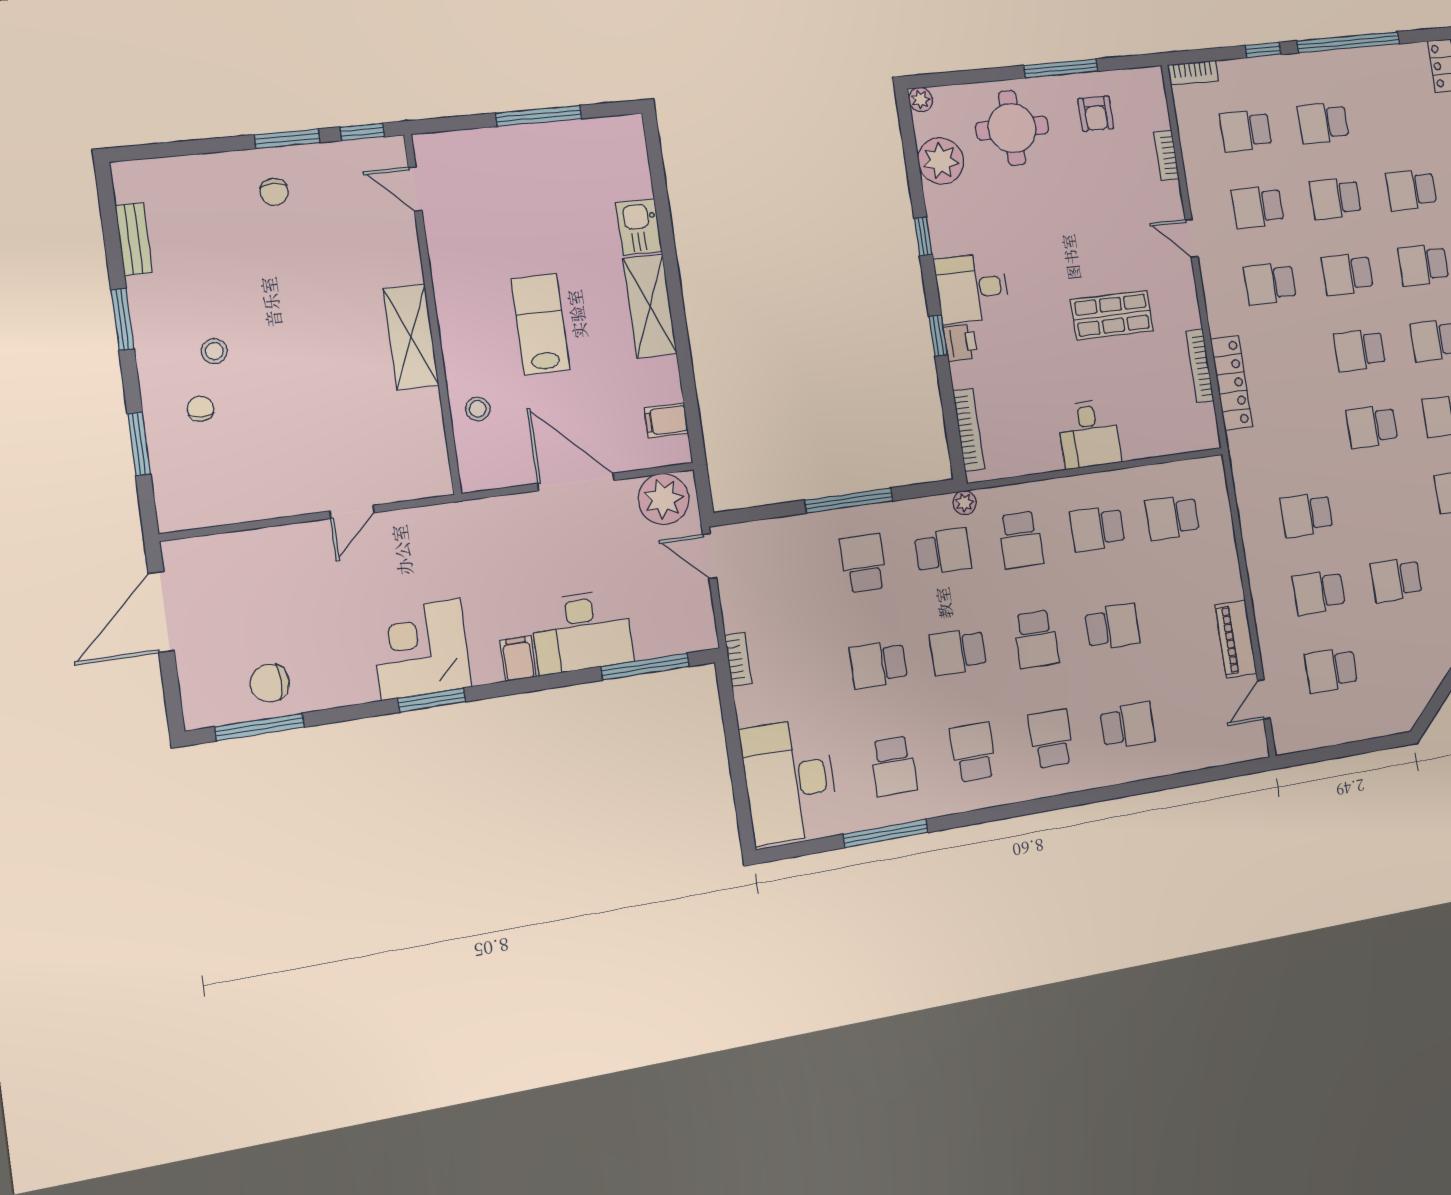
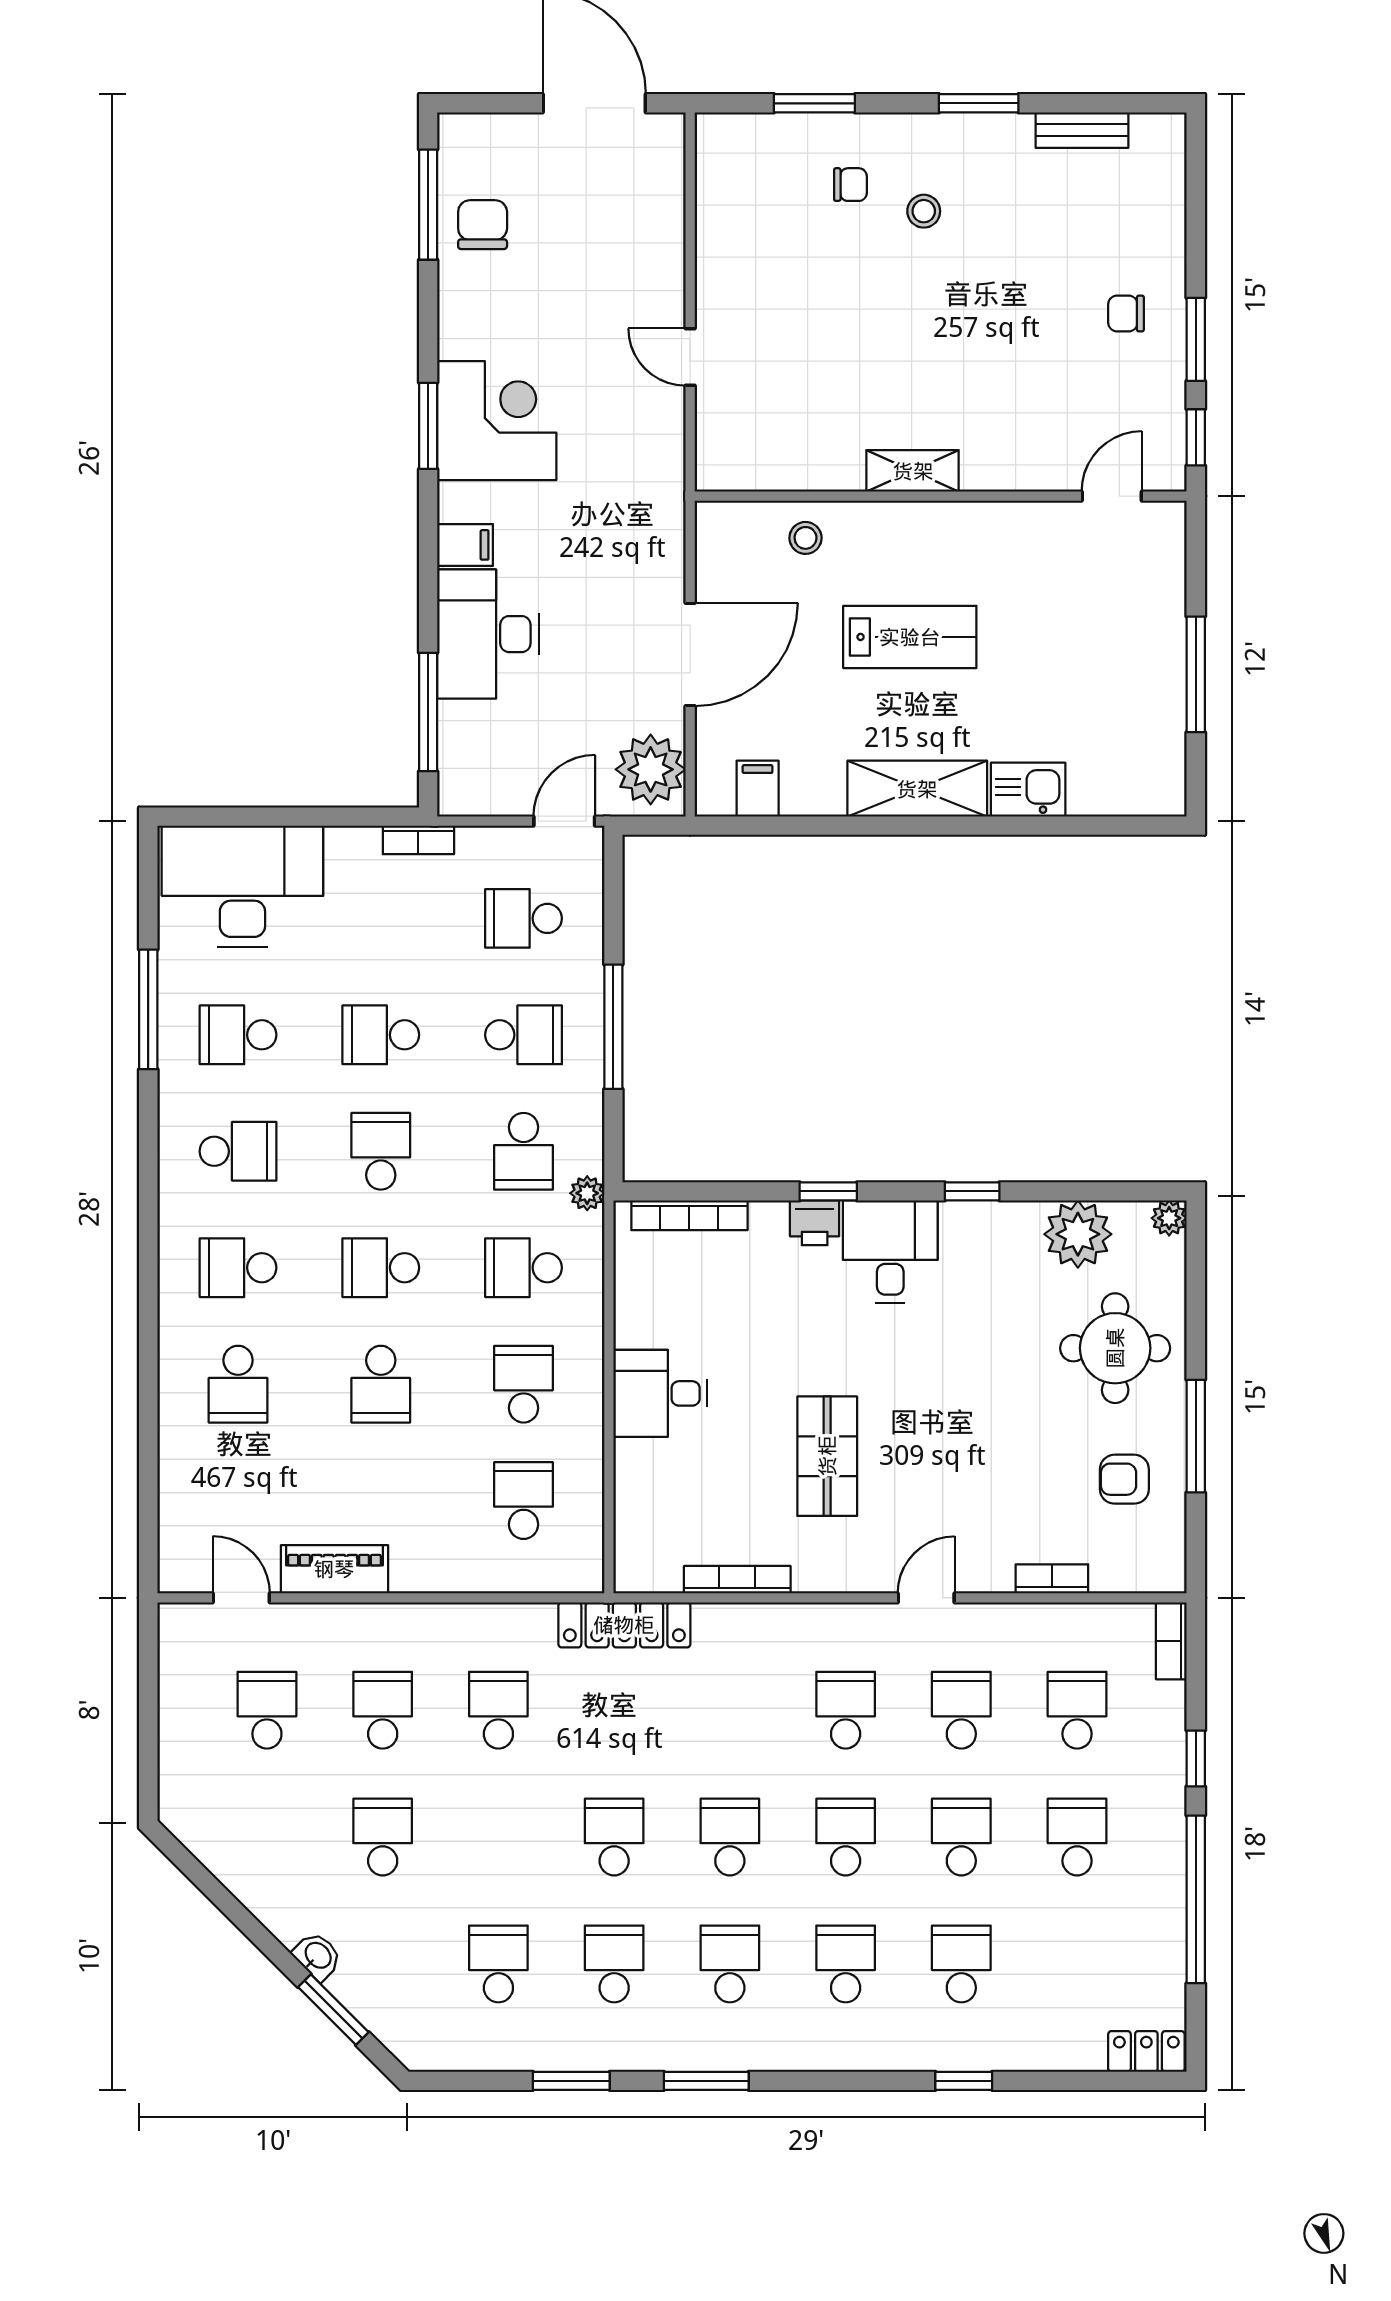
shelving: (411, 337) -> (913, 471), width x0.67, depth x0.75
locker: (1232, 383) -> (624, 1625), moved
school desk: (783, 575) -> (524, 918), added
school desk: (879, 664) -> (381, 1035), turned -90
school desk: (1051, 739) -> (238, 1268), turned 180

